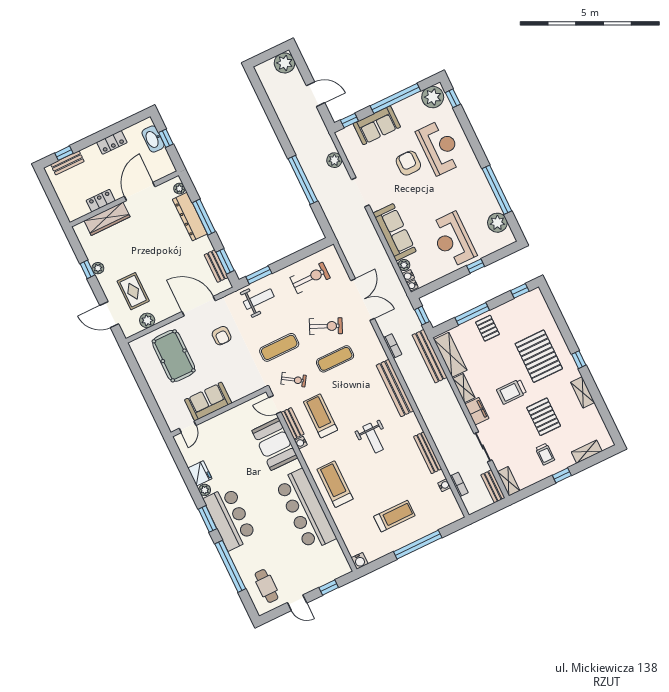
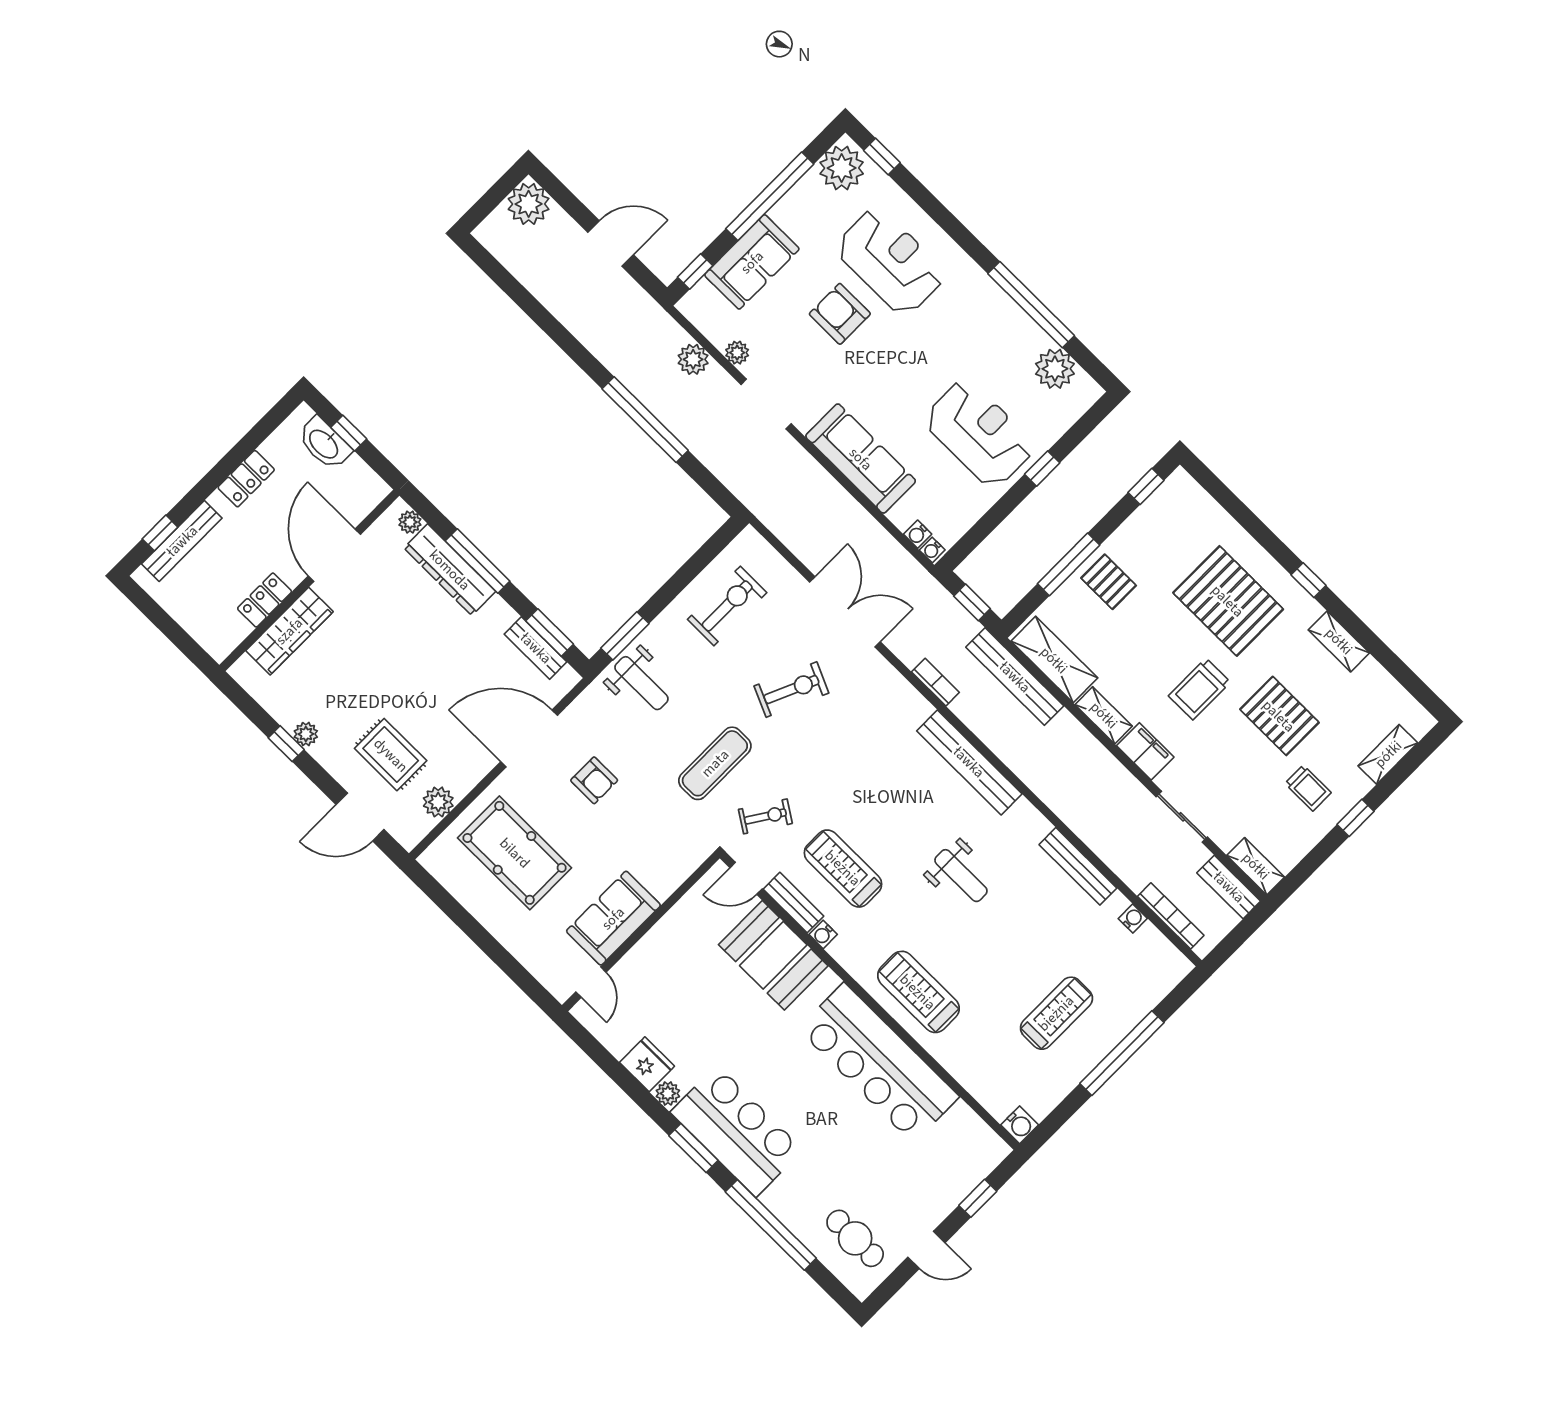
bench: (67, 163) -> (182, 541), width x1.36
reception desk: (453, 240) -> (979, 433), turned 180
plant: (404, 265) -> (737, 353), moved
weight bench: (259, 299) -> (641, 683), turned 90
exercise mat: (335, 359) -> (832, 747), removed
bookcase: (459, 484) -> (1171, 916), width x1.56

